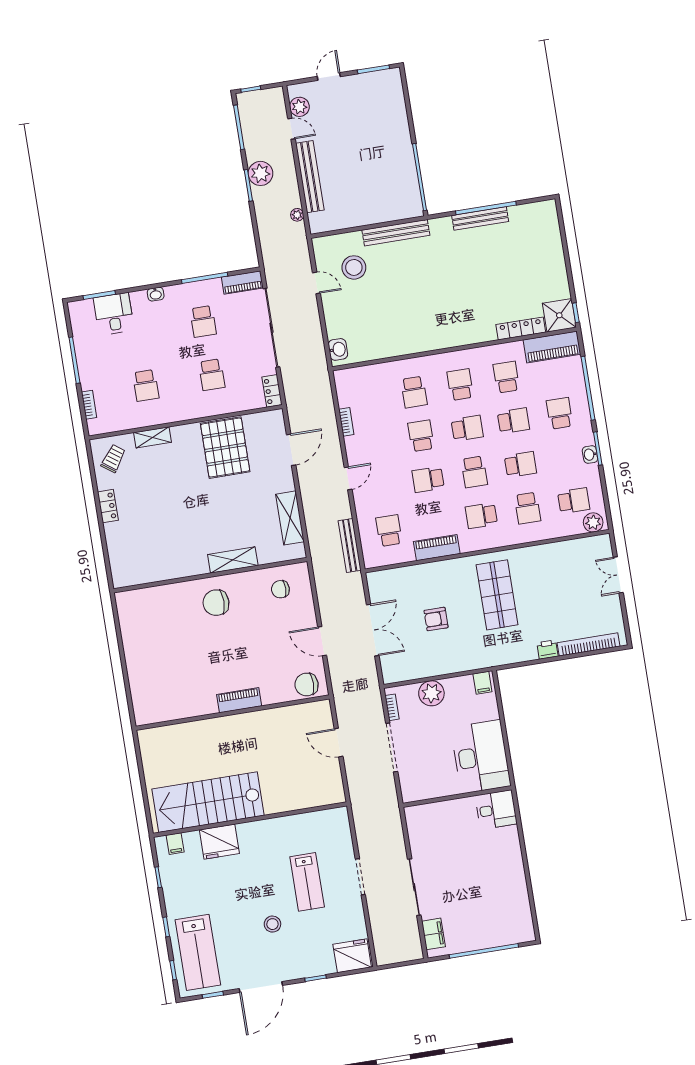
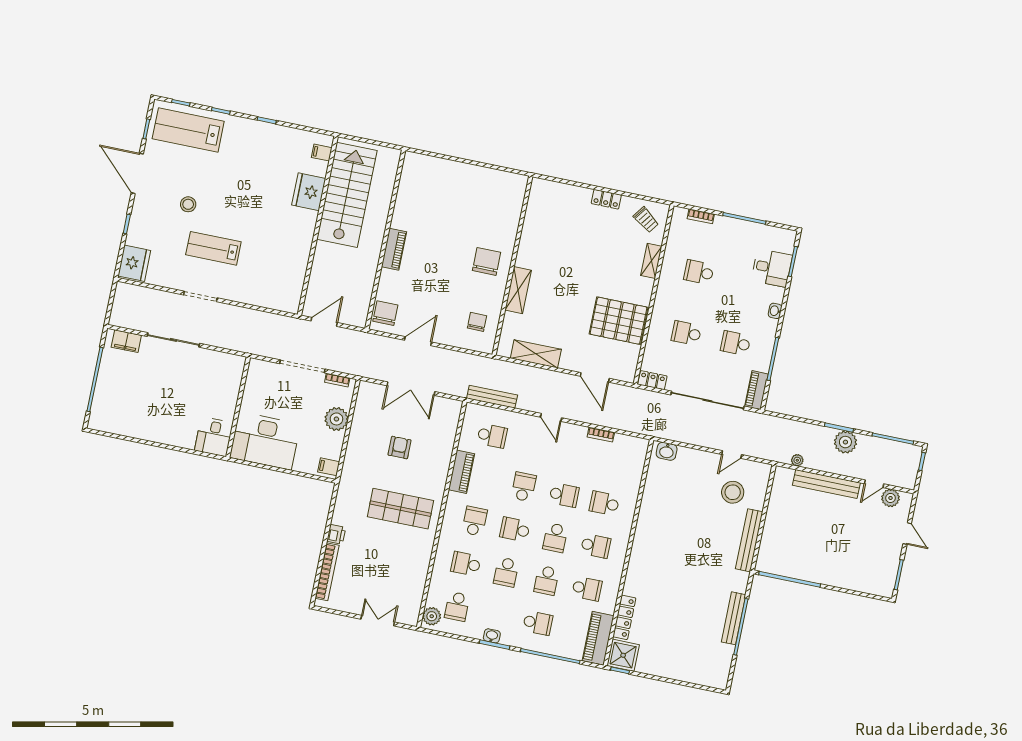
stairs: (208, 802) -> (347, 195), moved
wall: (250, 820) -> (318, 226), moved
fridge: (219, 842) -> (309, 192), moved
filing cabinet: (175, 844) -> (322, 153), moved

